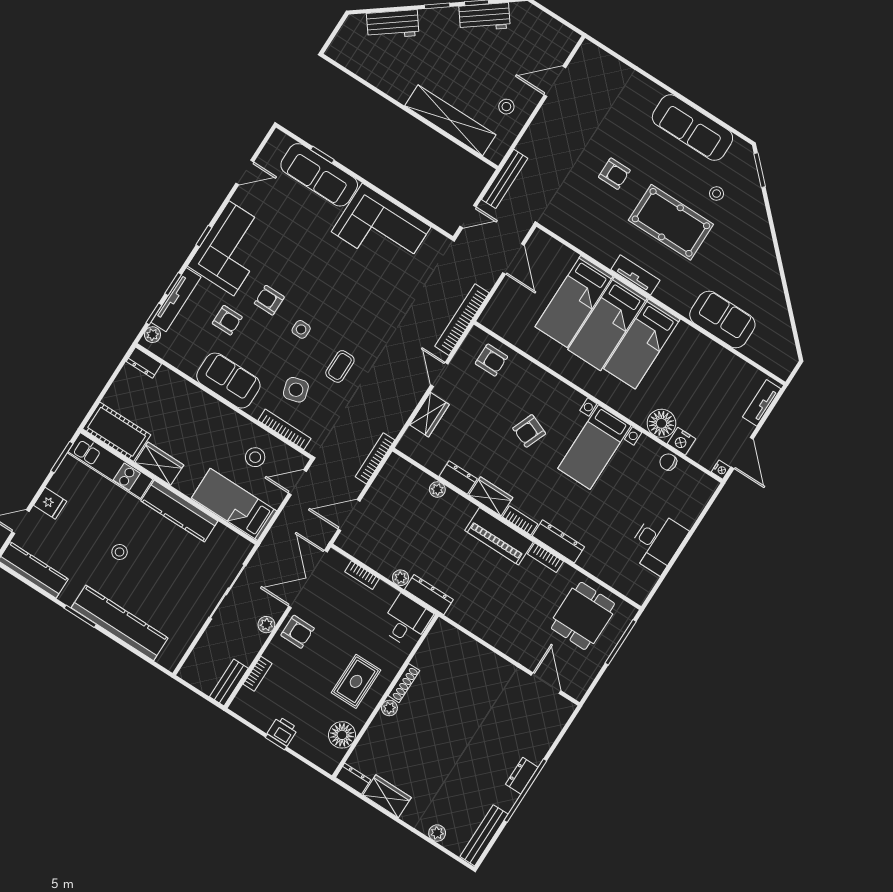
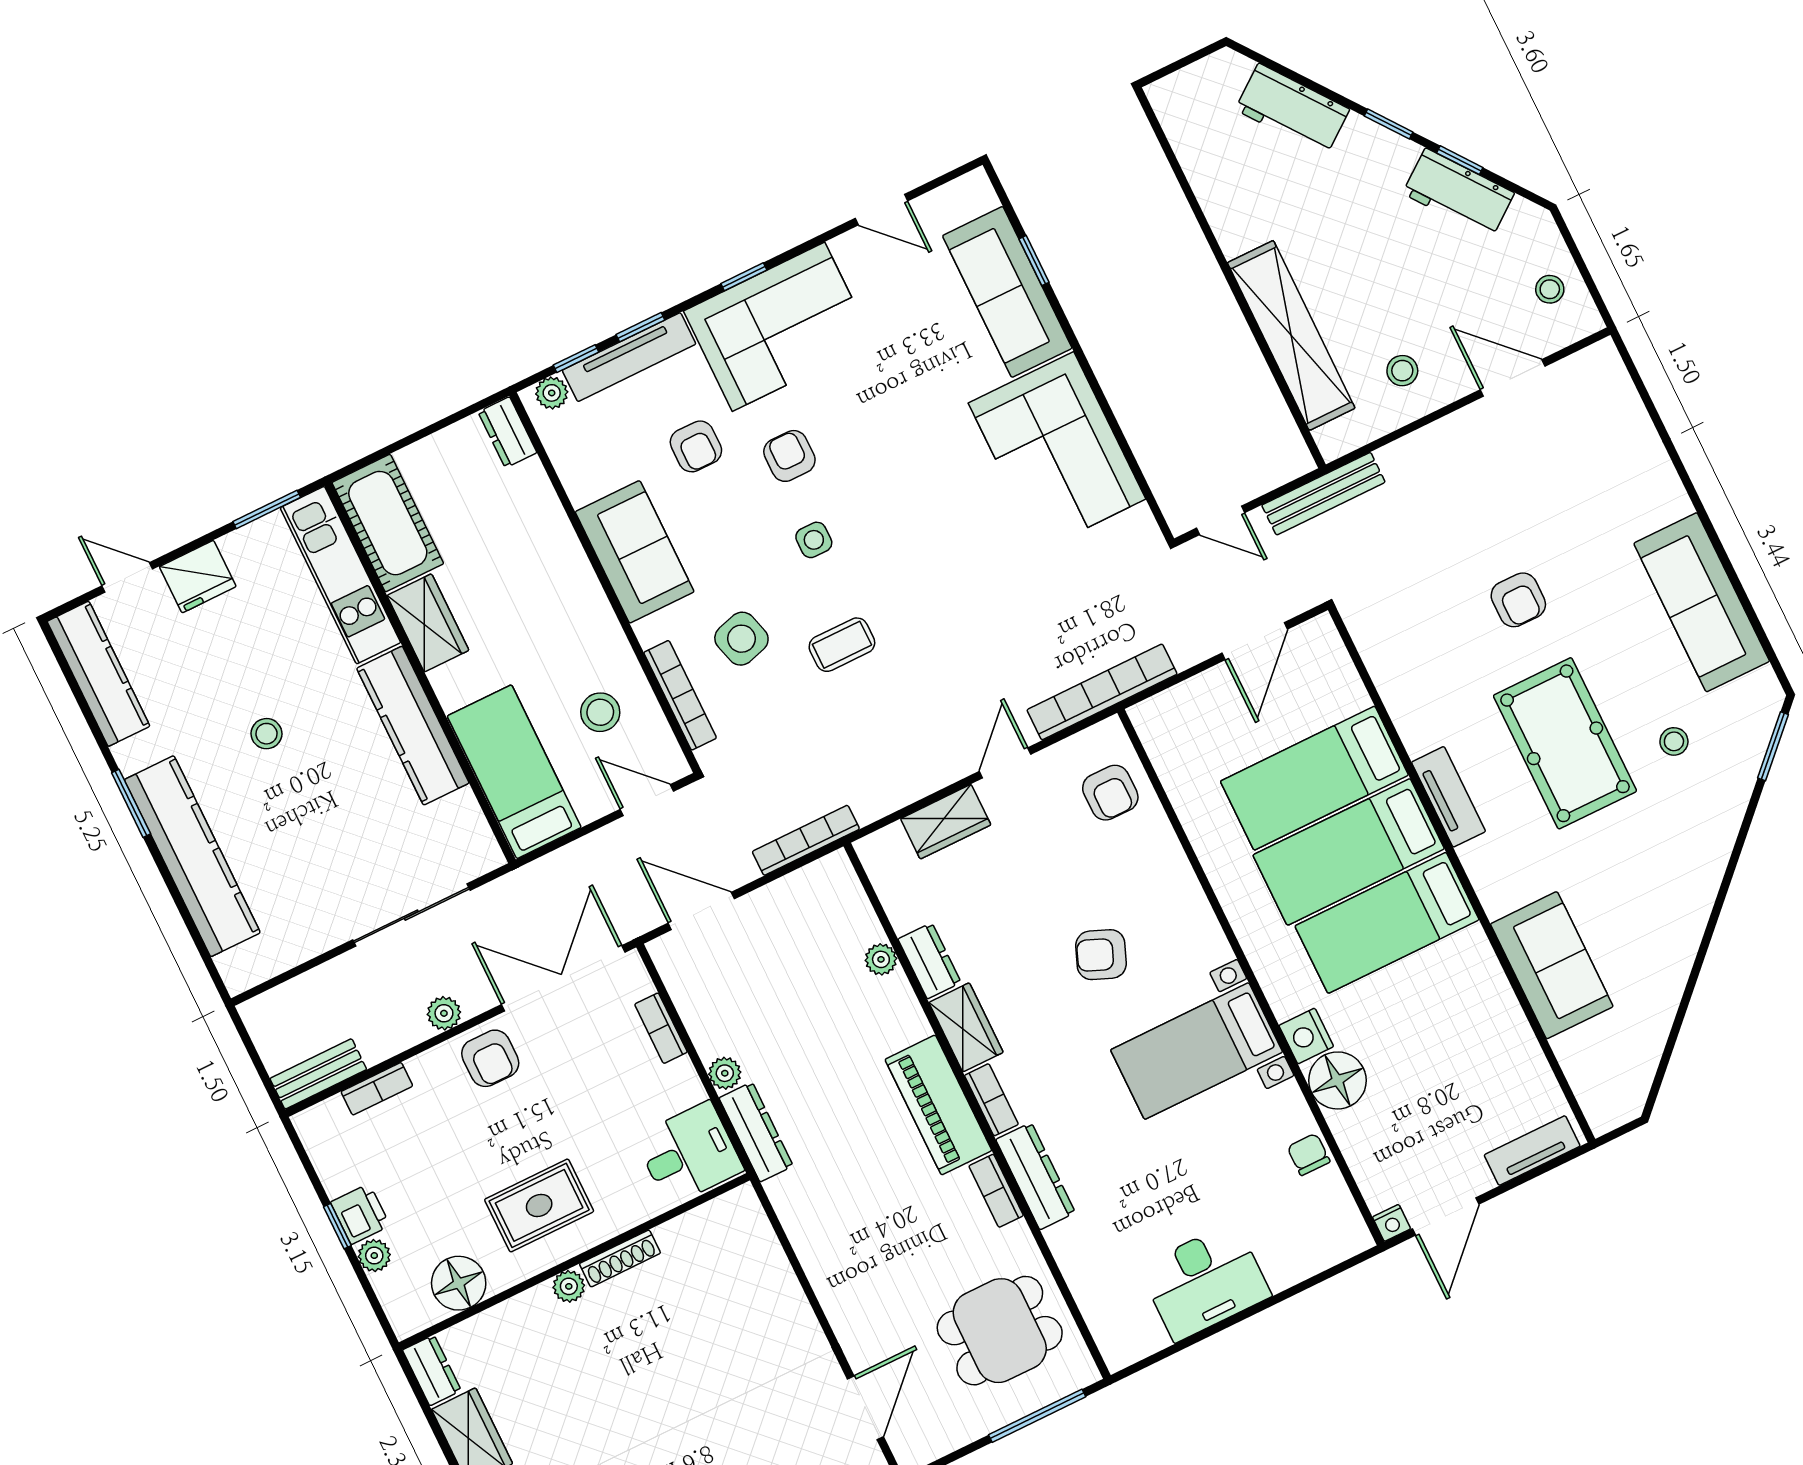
stool: (548, 34) -> (1550, 289), added
nightstand: (681, 441) -> (1306, 1036), moved
fridge: (50, 503) -> (198, 577), width x1.38
plant: (299, 745) -> (374, 1256), added

